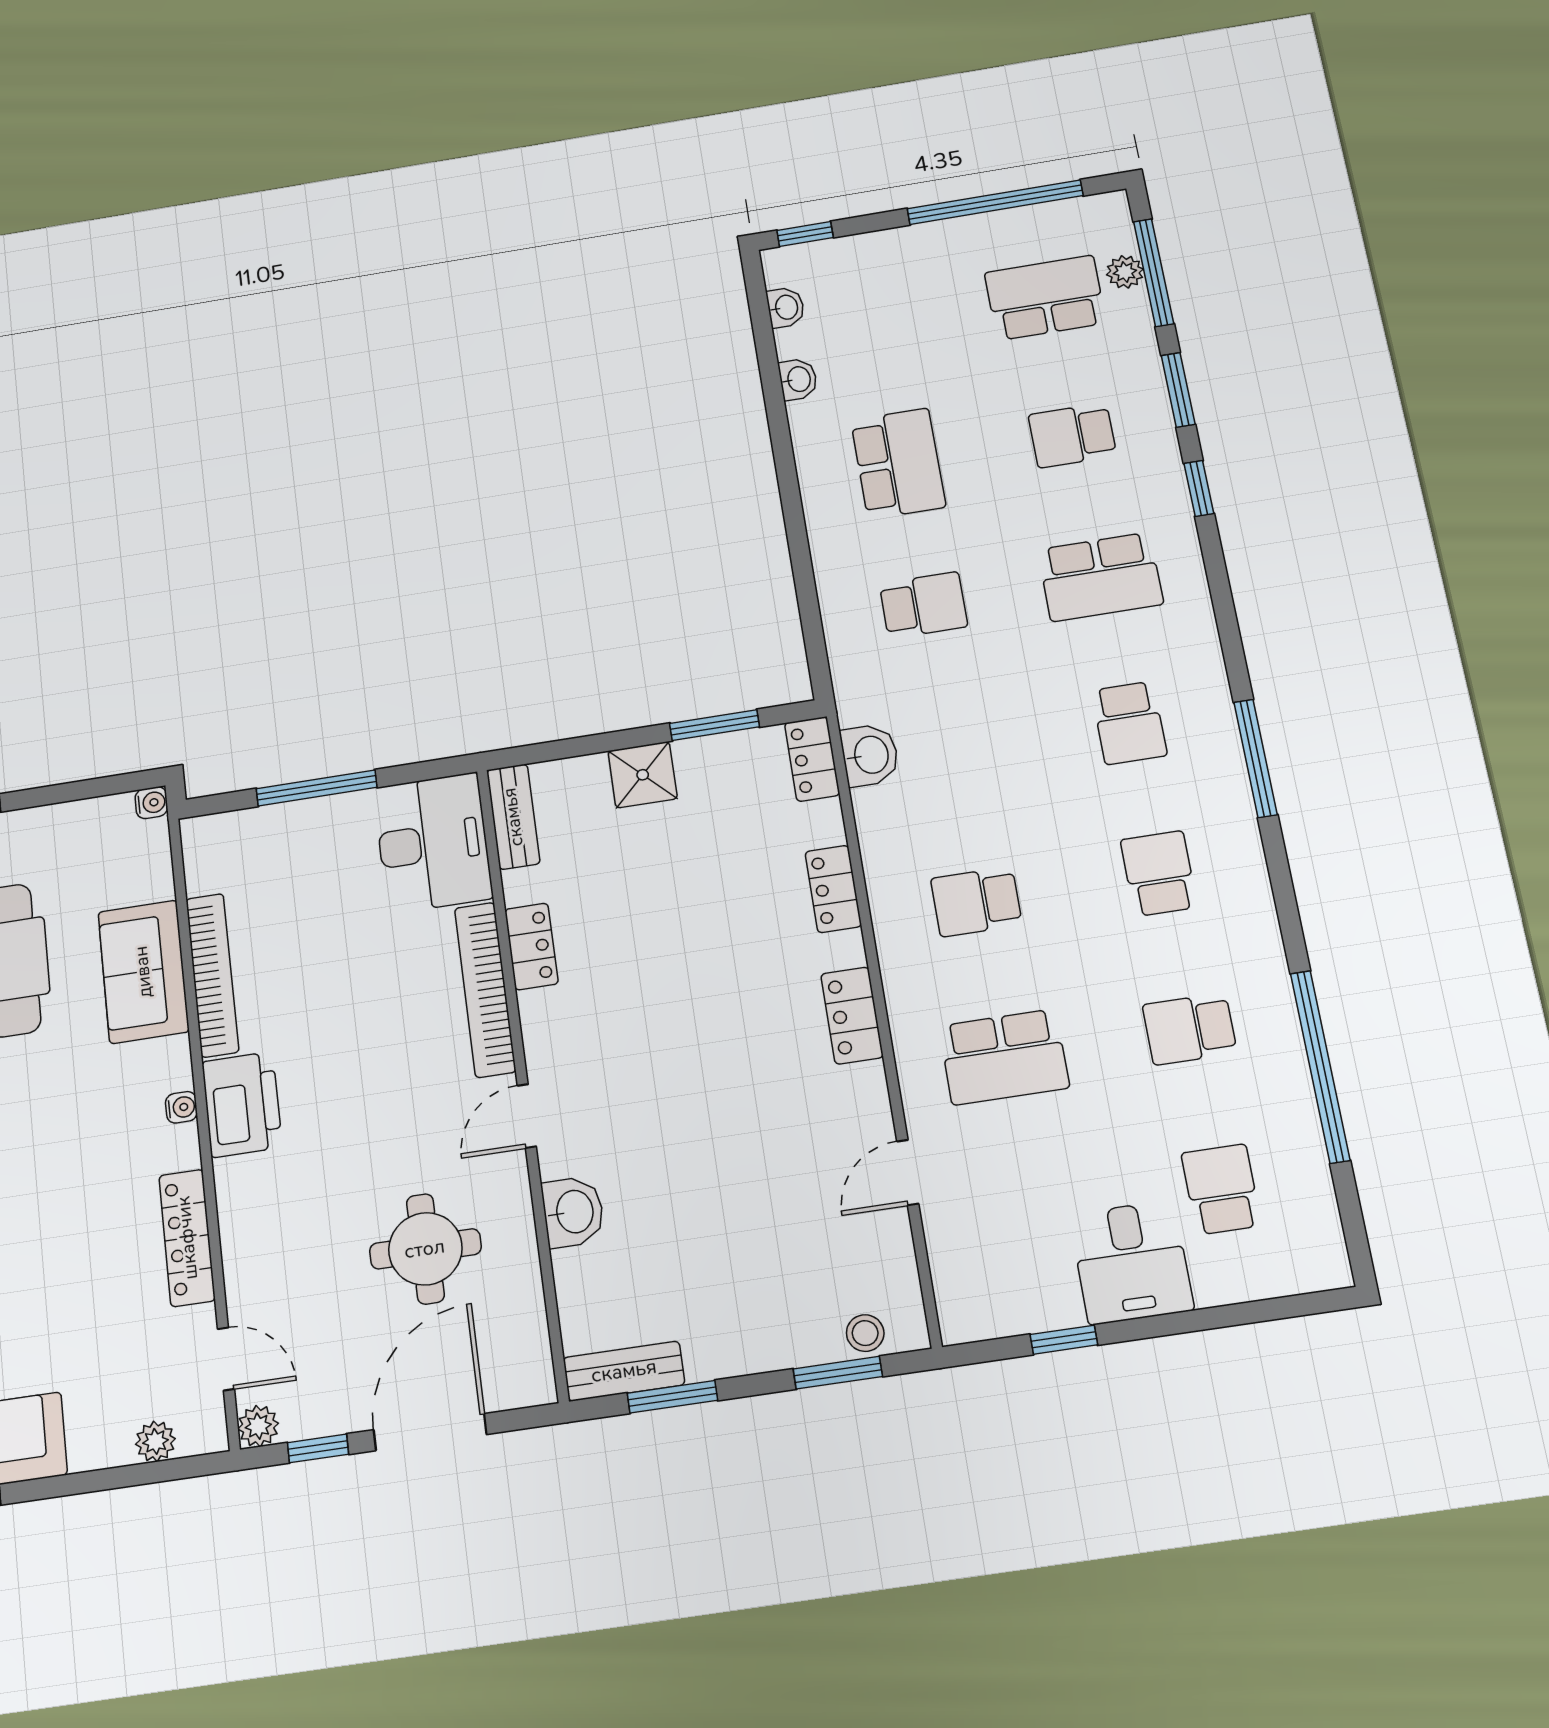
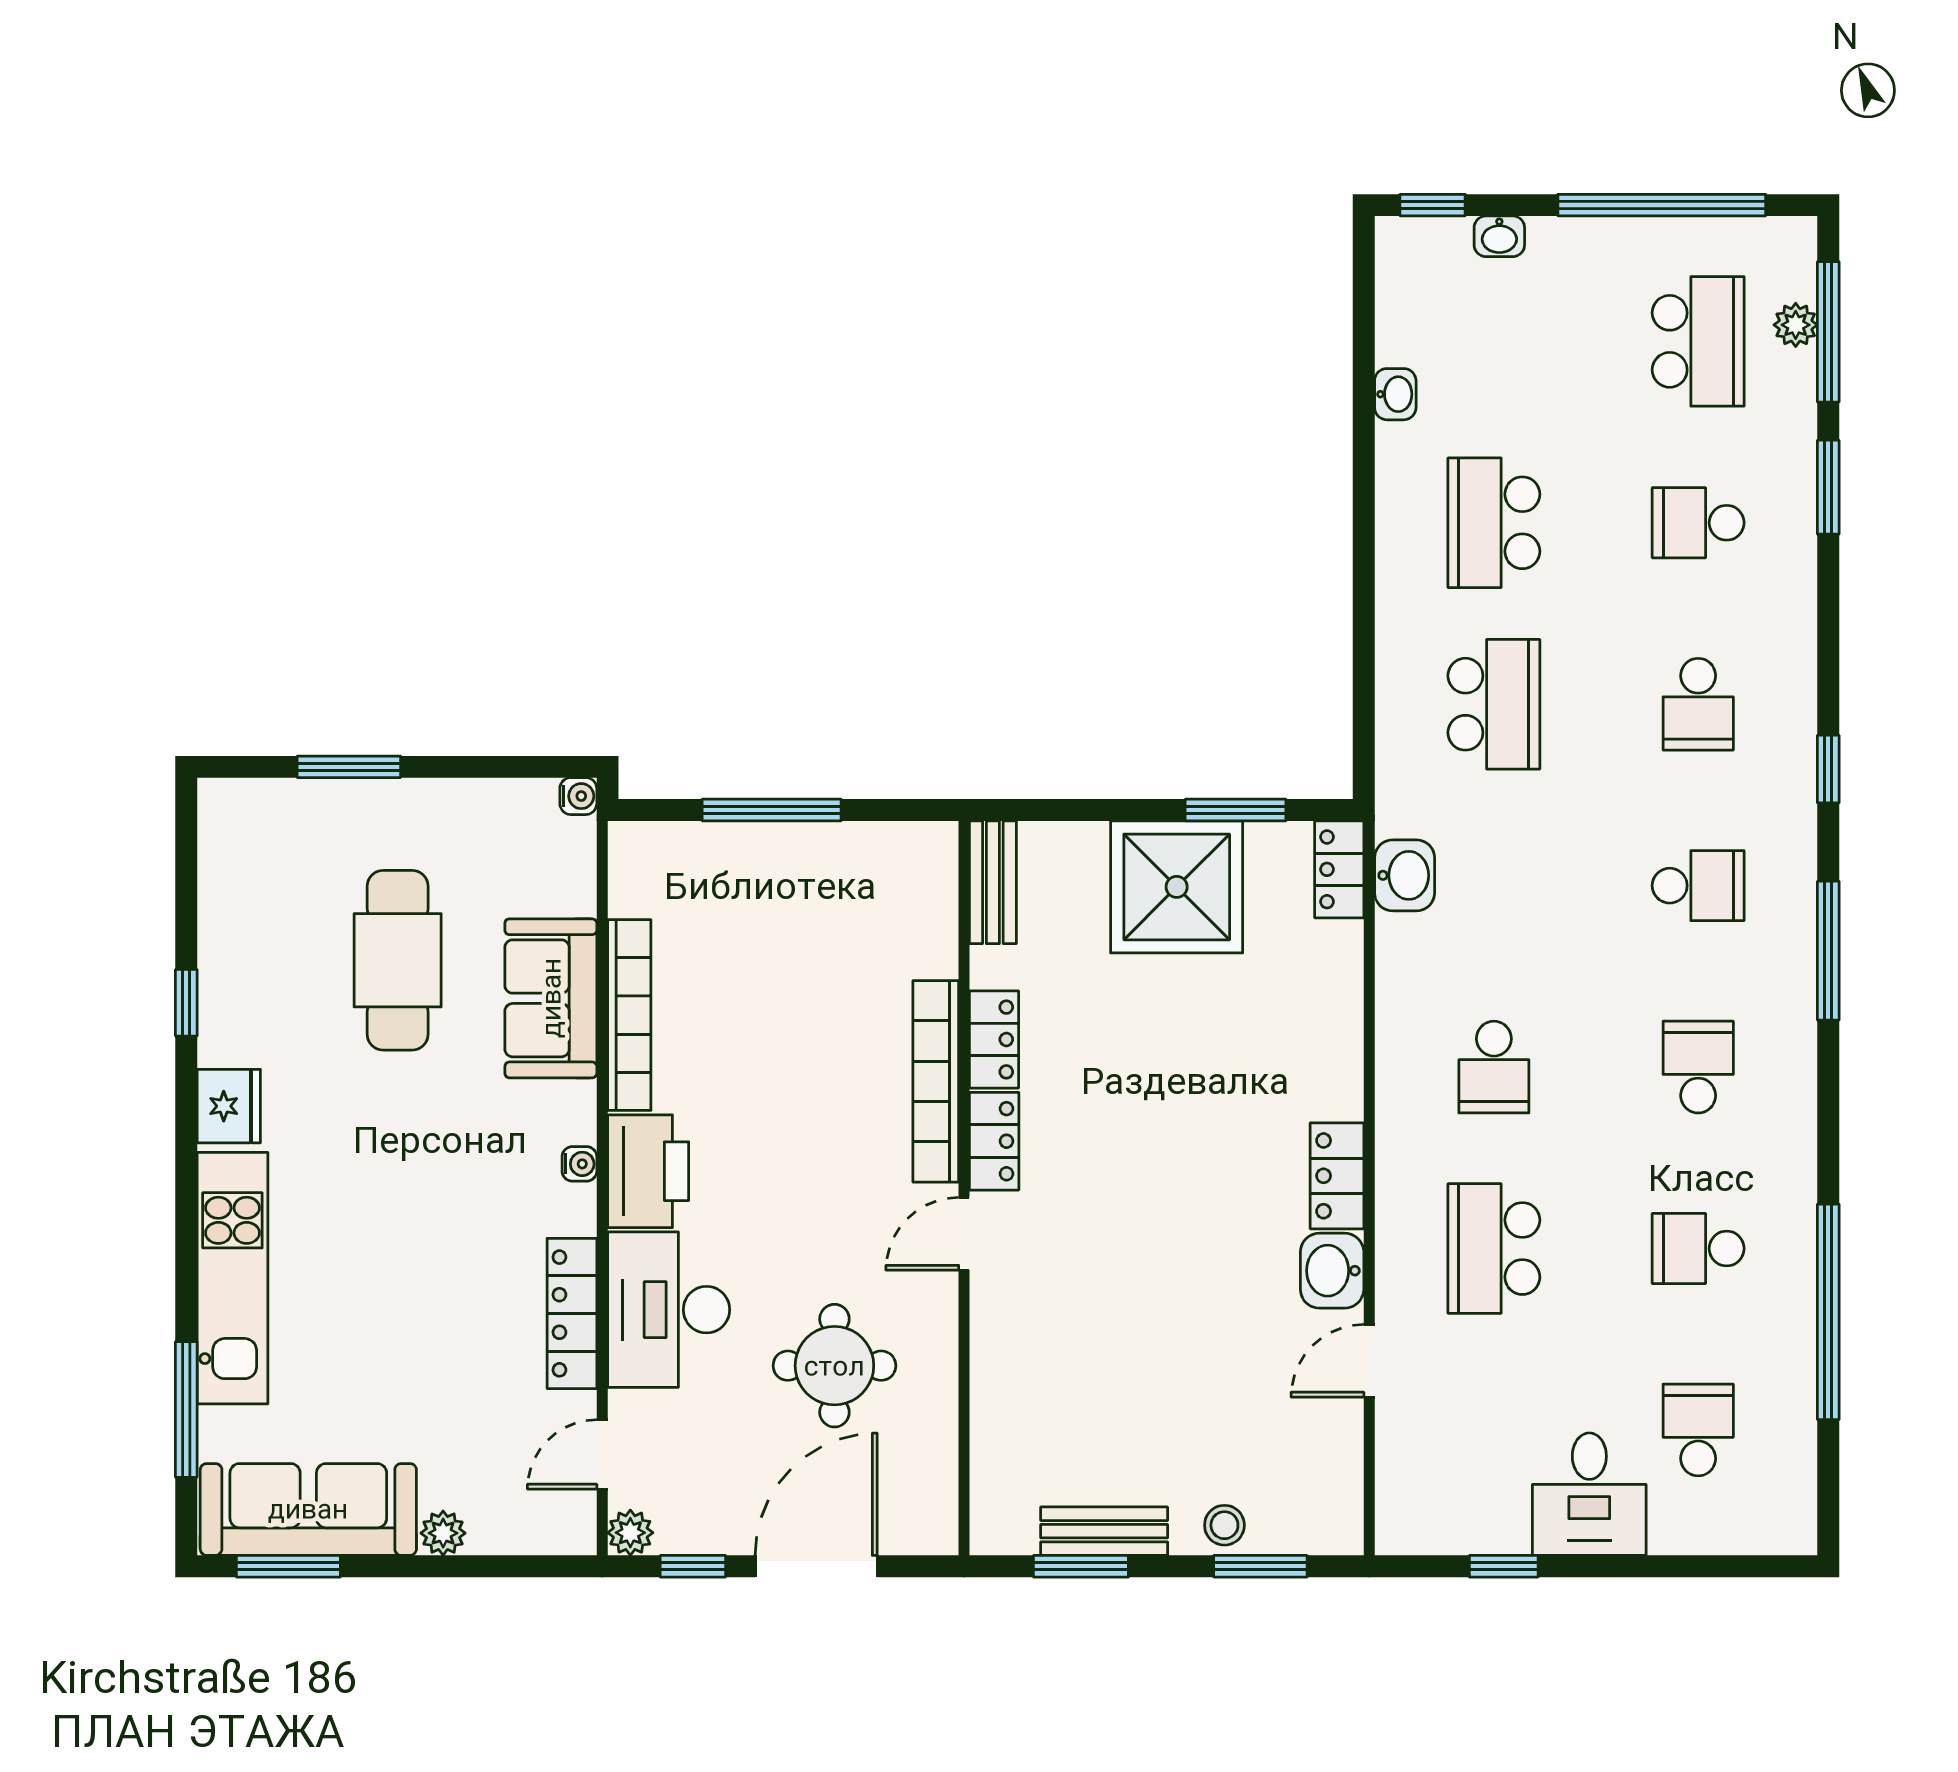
school desk: (1045, 298) -> (1698, 341), turned 90
washbasin: (786, 307) -> (1499, 236), moved, turned 90
school desk: (898, 464) -> (1494, 523), turned 180
window: (1199, 488) -> (1828, 769), moved
school desk: (1100, 577) -> (1698, 704), width x0.54
school desk: (923, 605) -> (1494, 704), width x1.85
school desk: (1129, 723) -> (1698, 886), turned -90
shower: (643, 775) -> (1177, 887), width x1.86, depth x1.86
desk: (433, 843) -> (669, 1310), moved, turned 180
locker: (833, 889) -> (994, 1141), moved, turned 180
school desk: (976, 902) -> (1494, 1067), turned -90
school desk: (1004, 1057) -> (1494, 1249), turned 90
washbasin: (573, 1212) -> (1332, 1271), moved, turned 180
stool: (865, 1333) -> (1224, 1525), moved
door: (226, 1359) -> (602, 1454), swing flipped
bench: (624, 1371) -> (1104, 1531), moved
plant: (155, 1441) -> (443, 1533), moved

